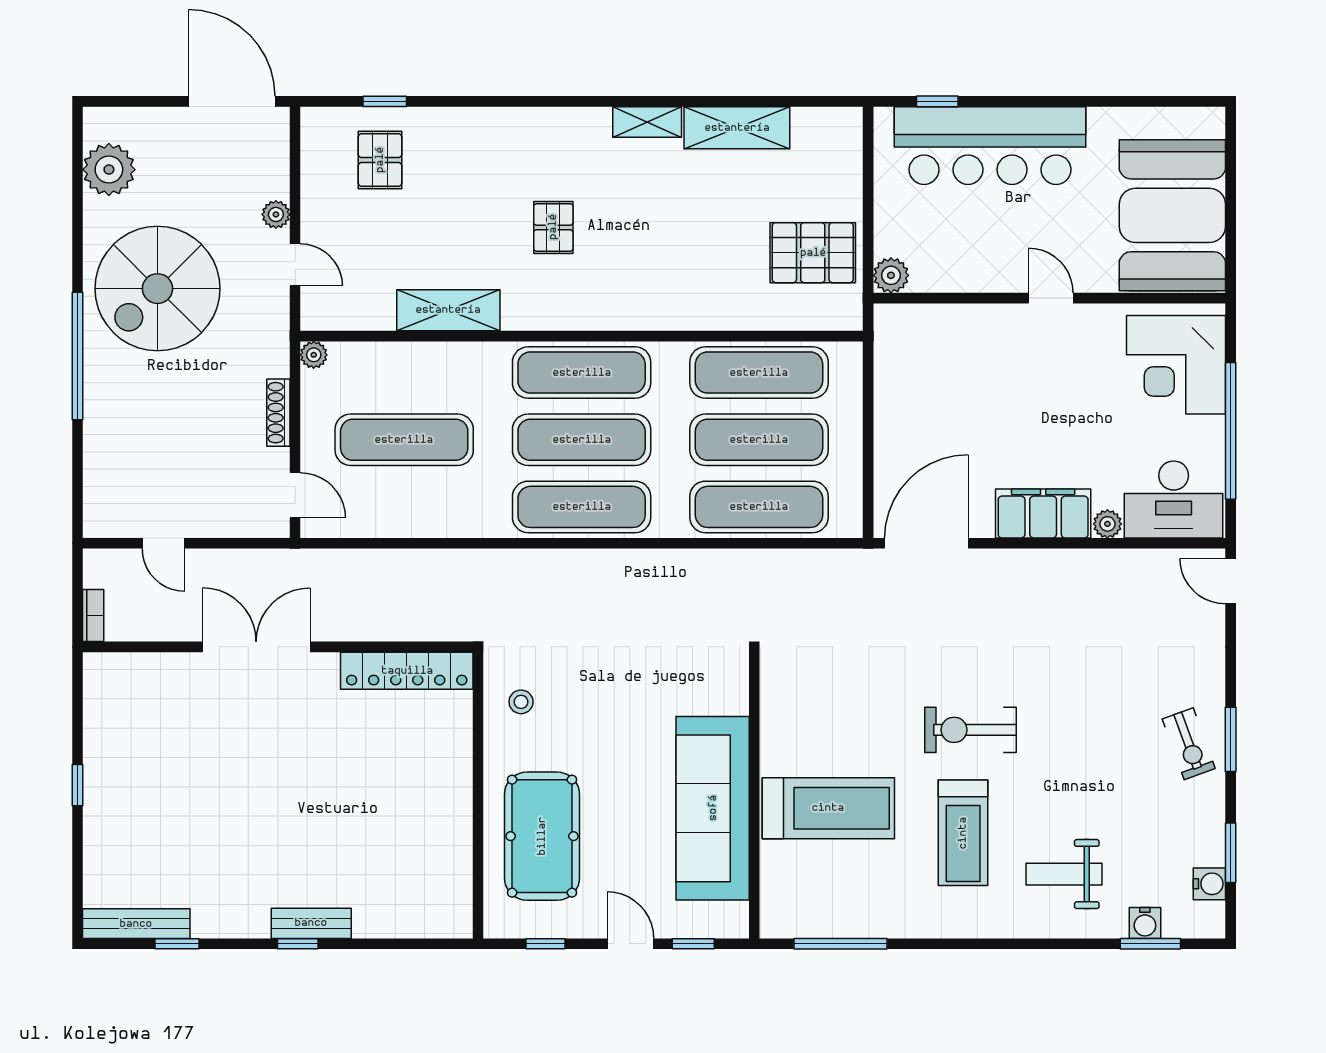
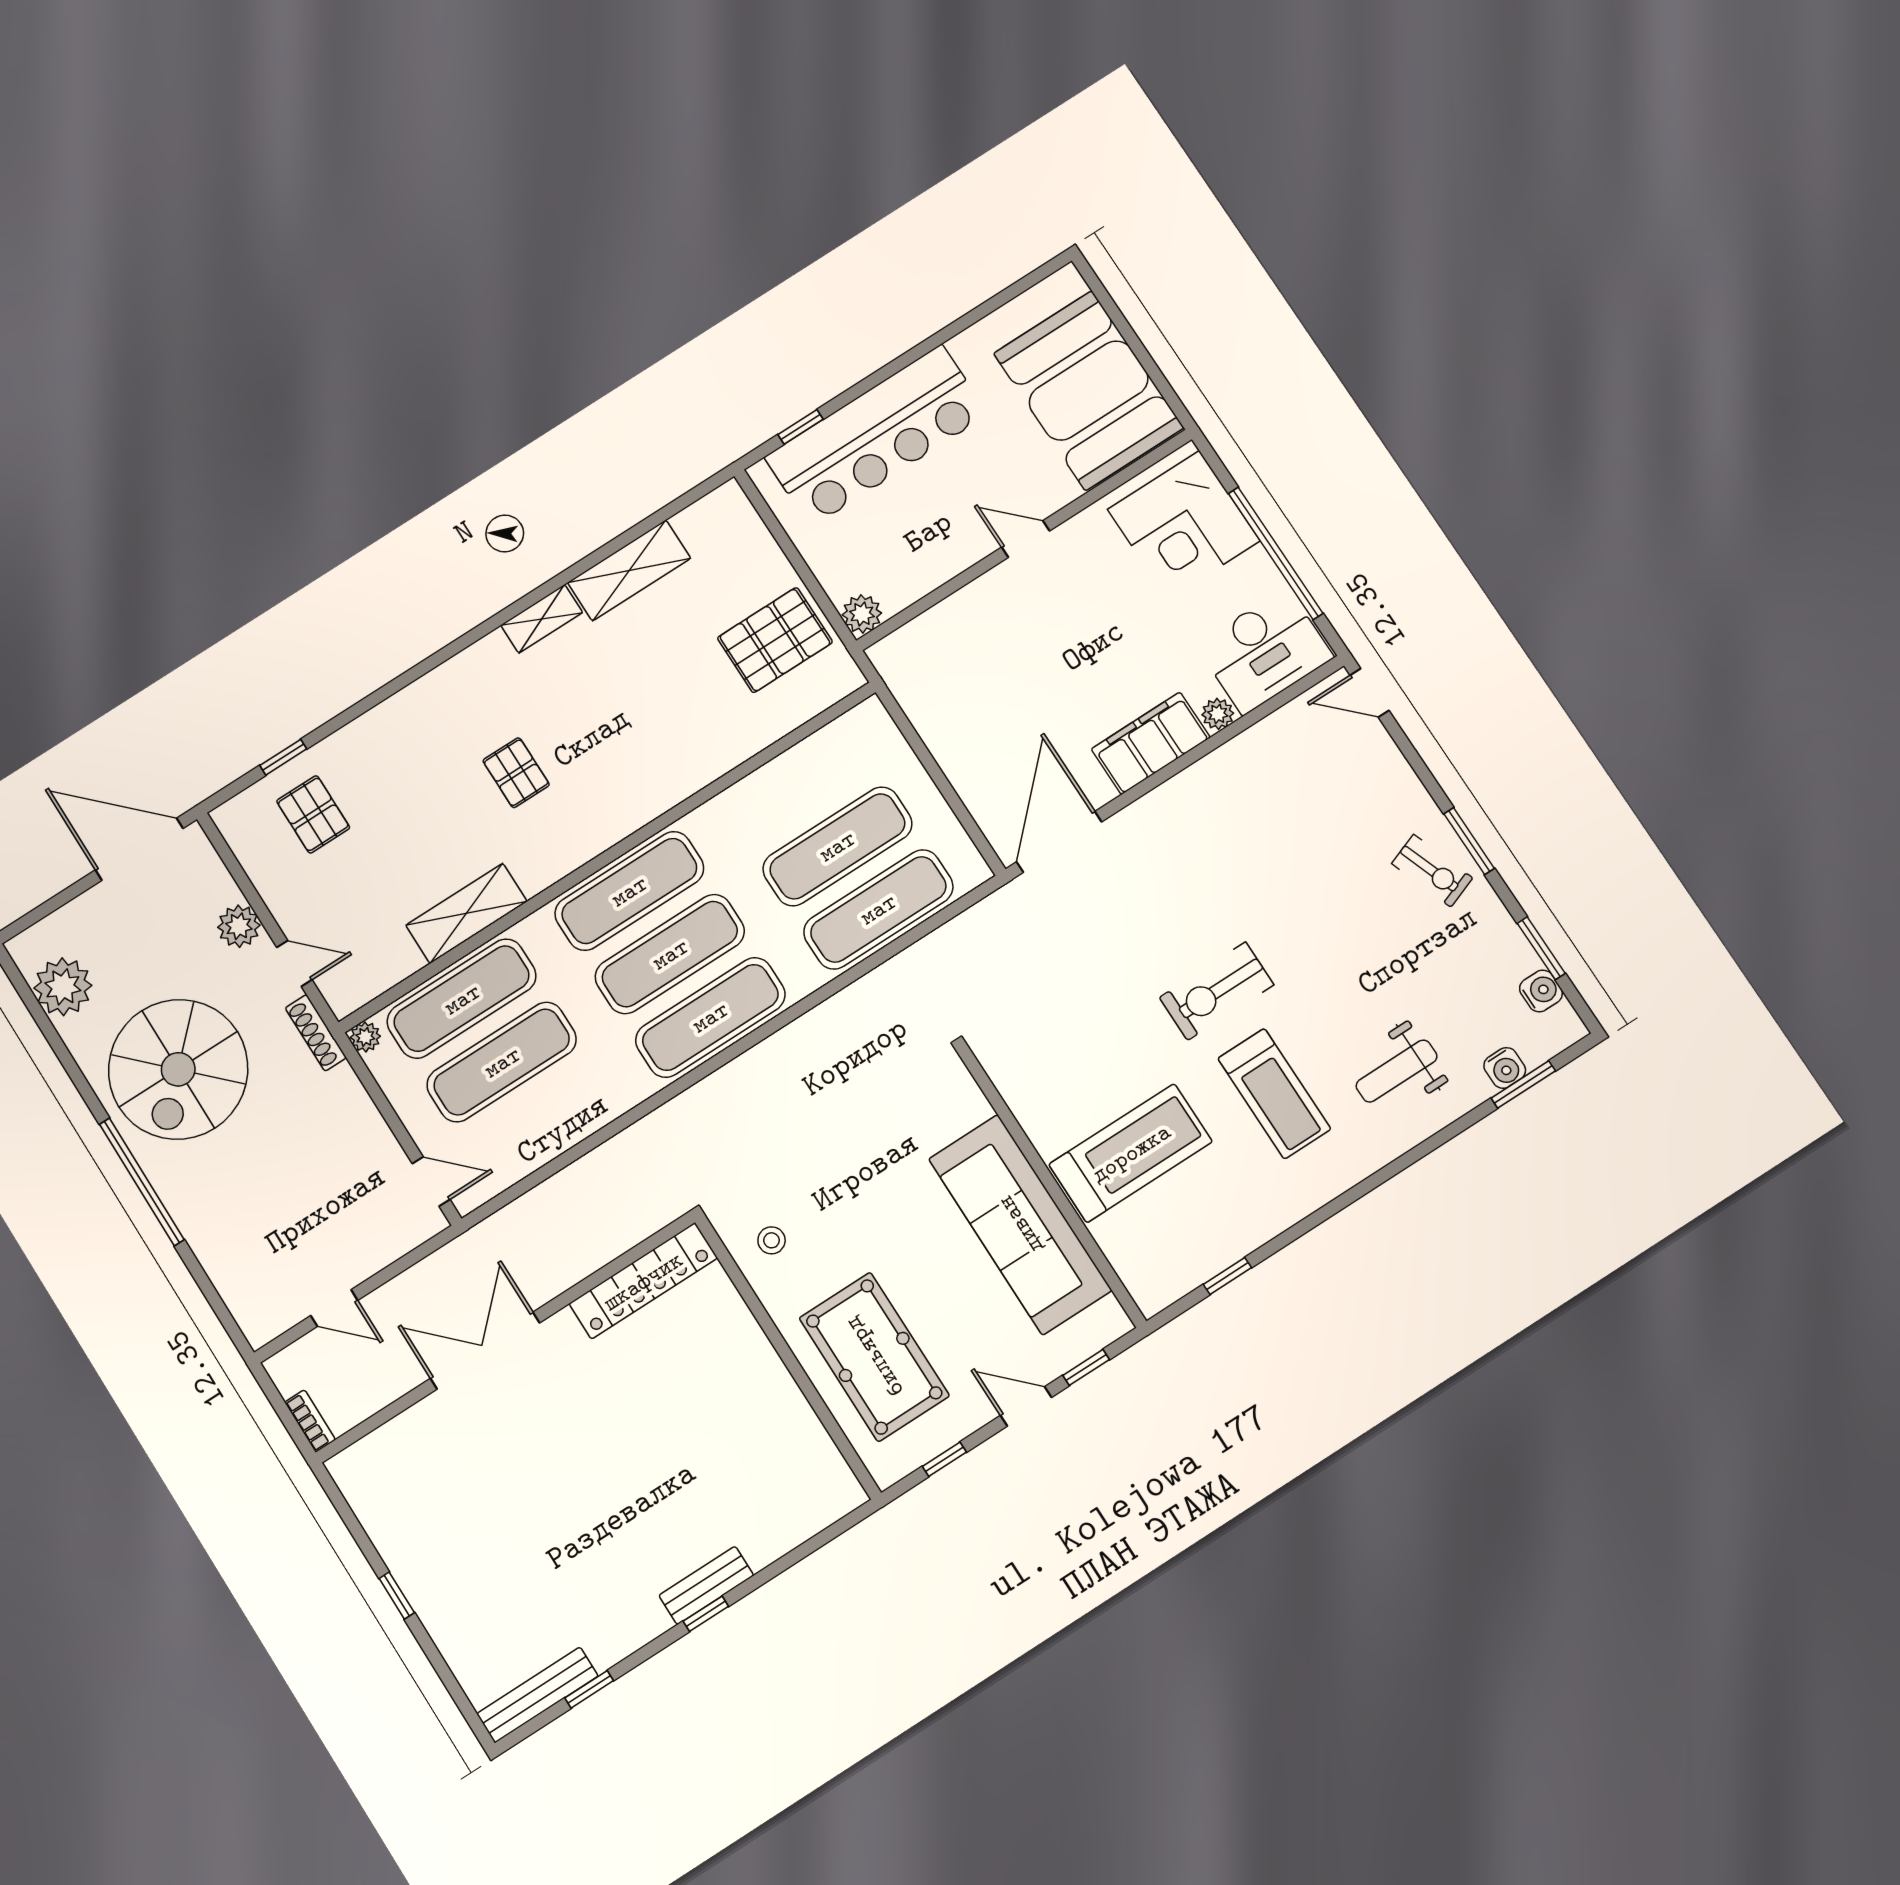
plant: (276, 214) -> (239, 926), width x1.38, depth x1.38
exercise mat: (759, 373) -> (462, 999), moved
shoe rack: (278, 413) -> (316, 1033), moved
window: (841, 944) -> (1227, 1276), width x0.46

